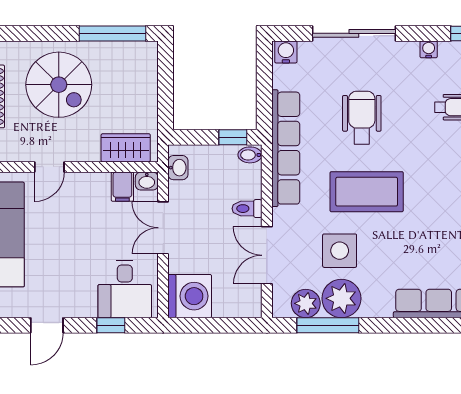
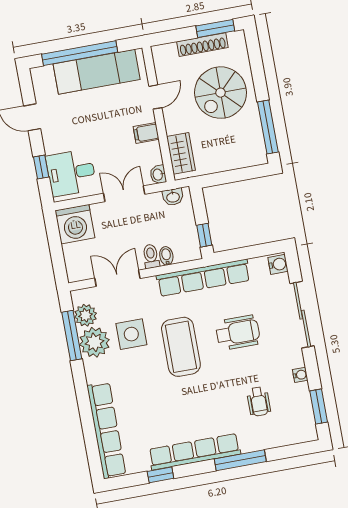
bidet: (250, 155) -> (166, 256), moved
door: (49, 167) -> (155, 97), swing flipped
filing cabinet: (122, 187) -> (146, 133), moved

